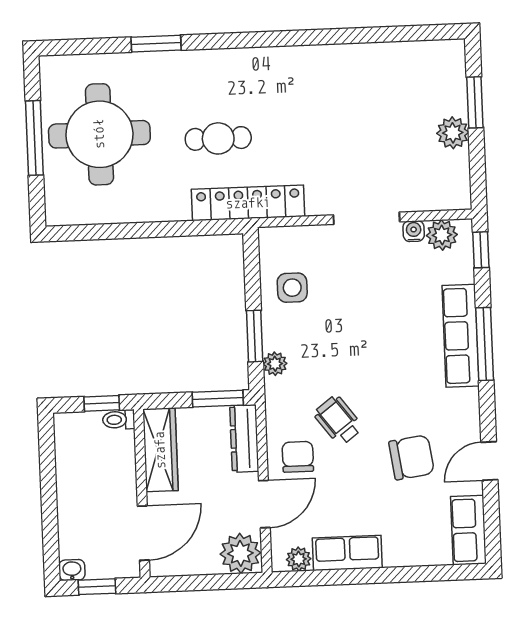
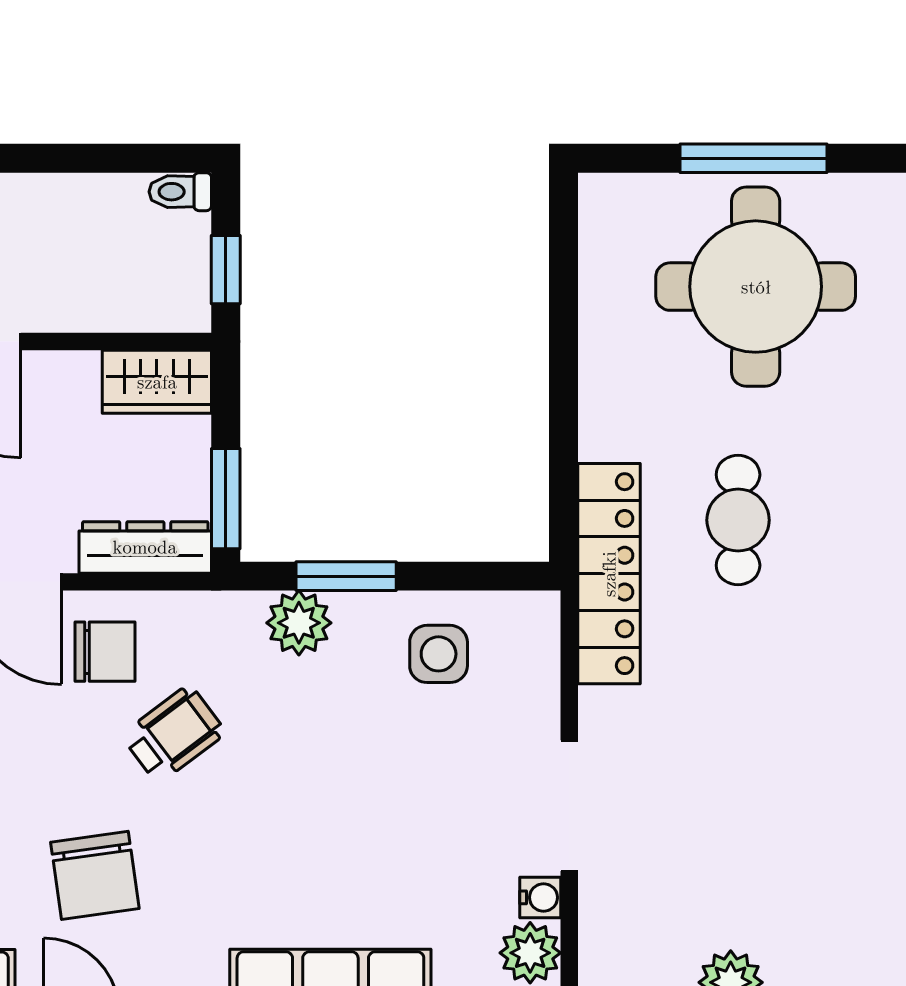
plant: (275, 364) -> (299, 623), width x1.38, depth x1.38
toilet: (119, 420) -> (180, 192), moved, turned -90
wardrobe: (160, 450) -> (157, 382), width x0.67

